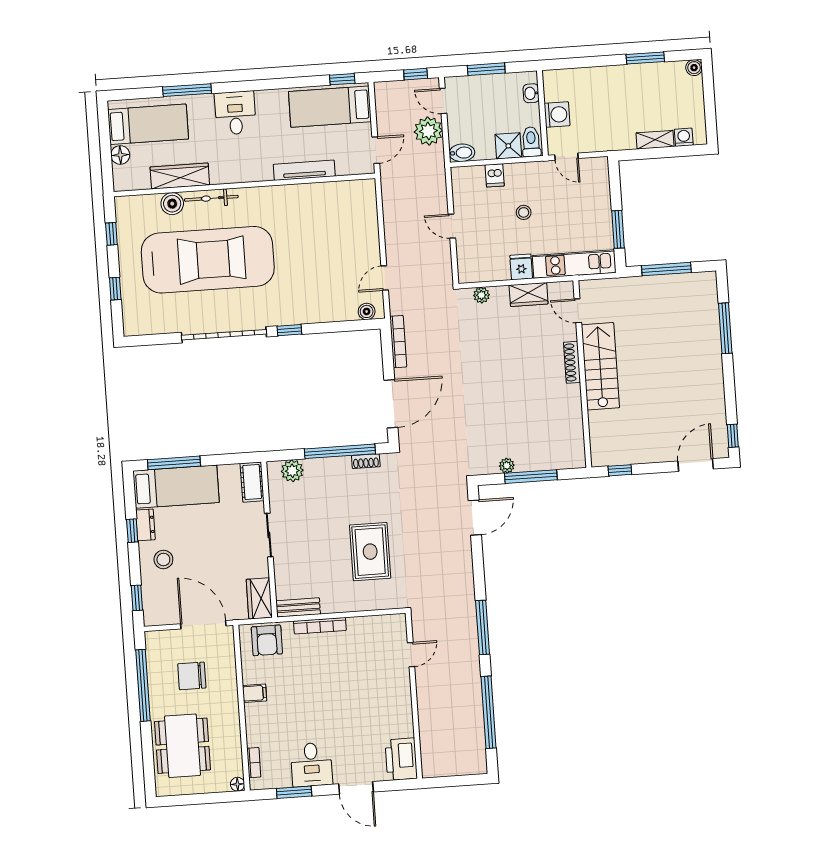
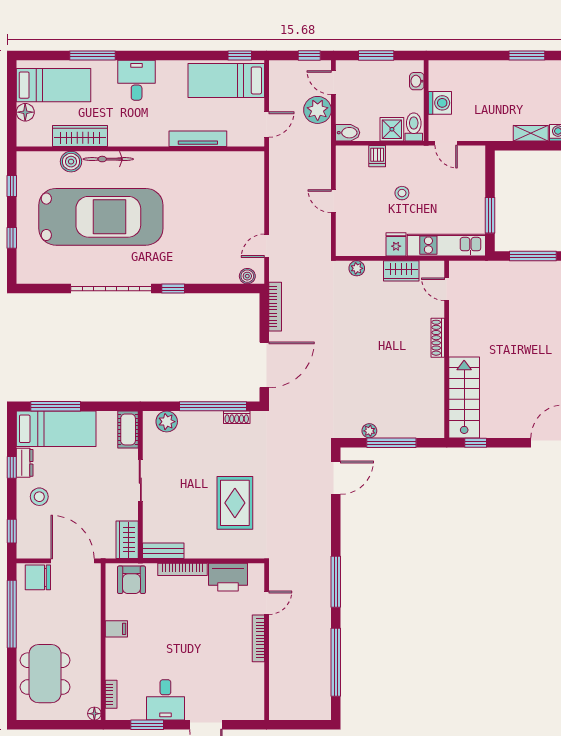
stairs: (600, 366) -> (464, 398), moved
chair: (192, 676) -> (38, 577), moved
bookcase: (405, 693) -> (258, 638), added
printer: (401, 759) -> (228, 577), moved, turned -90

